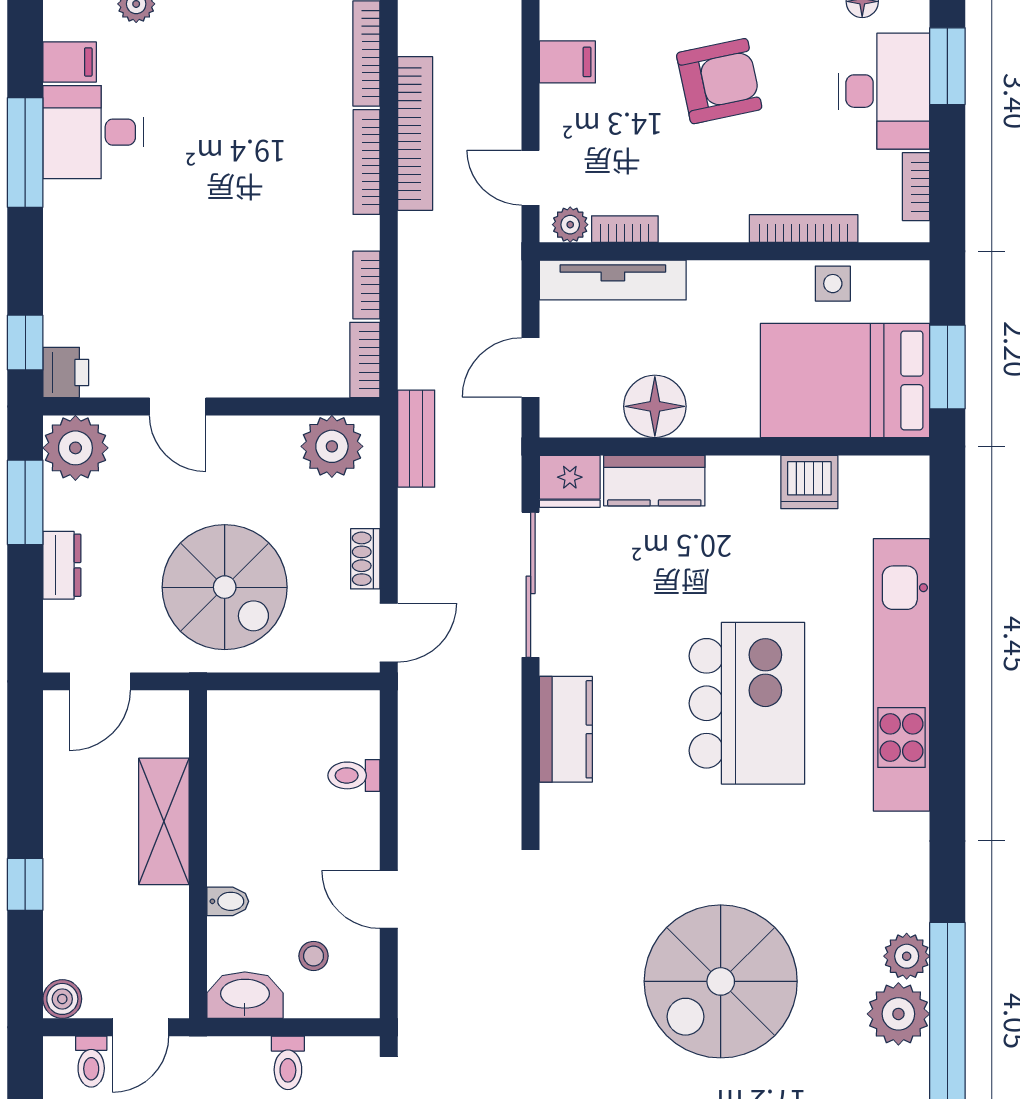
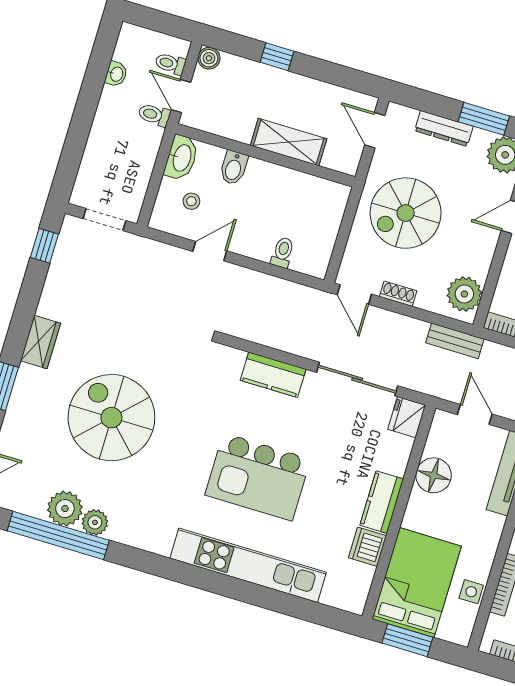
kitchen counter: (654, 481) -> (382, 502), moved
dresser: (62, 565) -> (444, 128), width x1.44
bidet: (228, 901) -> (234, 168), width x1.38, depth x1.36
toilet: (288, 1063) -> (154, 115), moved

